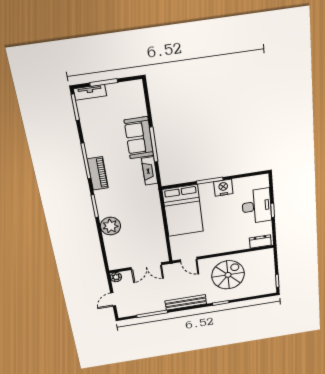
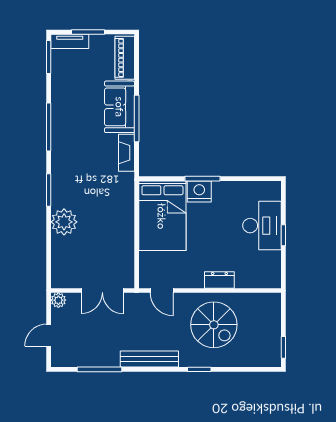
piano: (98, 173) -> (125, 58), moved, turned 180
nightstand: (223, 188) -> (199, 191), moved
dresser: (260, 242) -> (219, 280), moved
spiral stairs: (228, 275) -> (214, 325), turned 90

